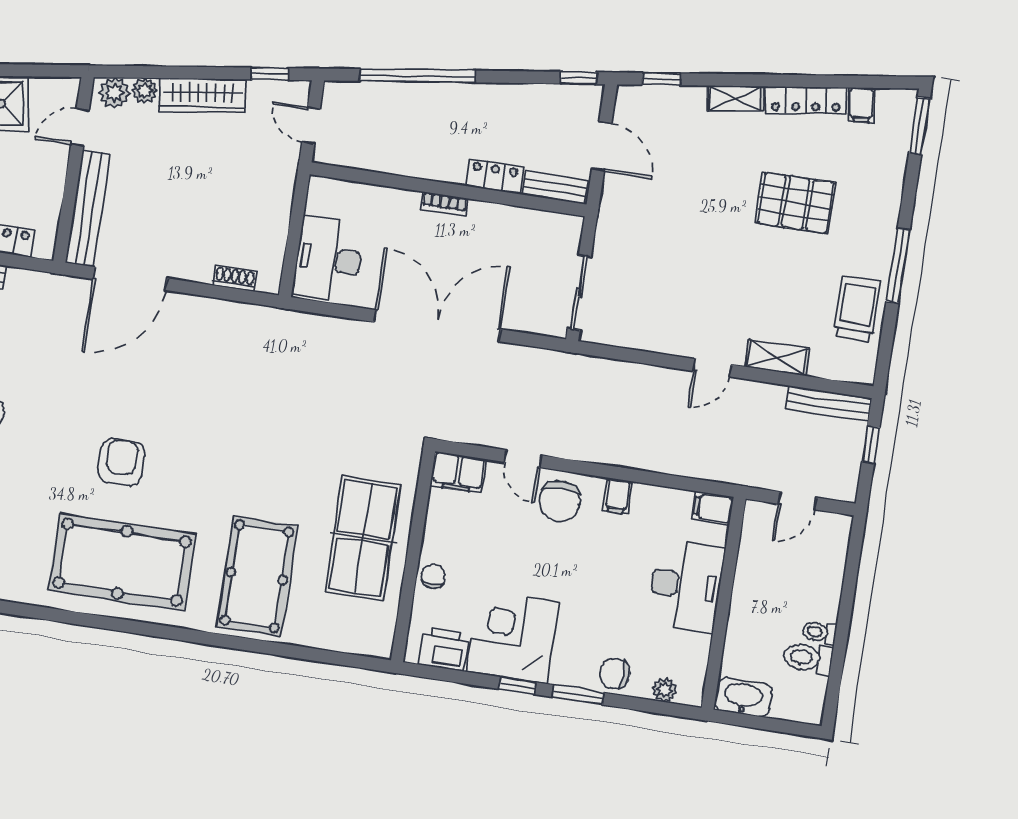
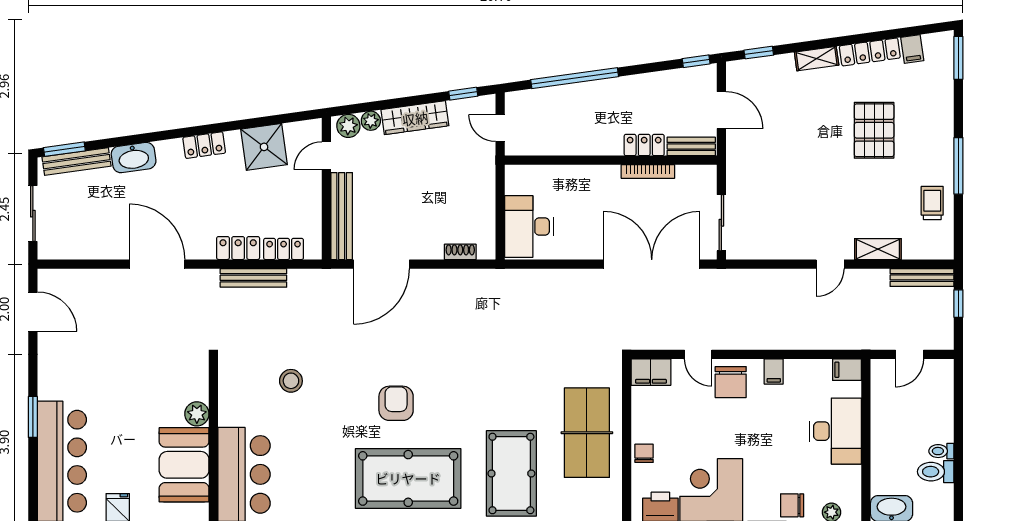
pallet: (796, 203) -> (874, 130), turned 90
bookcase: (444, 204) -> (648, 172), moved, width x1.56
trolley: (857, 309) -> (932, 203), width x0.73, depth x0.72
double door: (437, 326) -> (652, 264), moved

